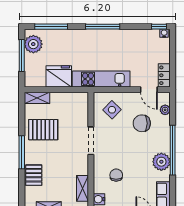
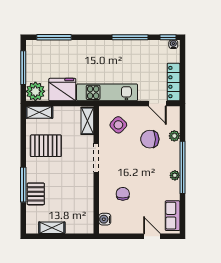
window: (103, 27) -> (130, 37), moved
plant: (33, 44) -> (35, 91), moved
locker: (164, 75) -> (174, 82), width x1.53
plant: (165, 110) -> (174, 136), moved
window: (22, 152) -> (23, 185), moved
plant: (161, 162) -> (175, 175), width x0.53, depth x0.53
shelving: (83, 188) -> (87, 121), moved

